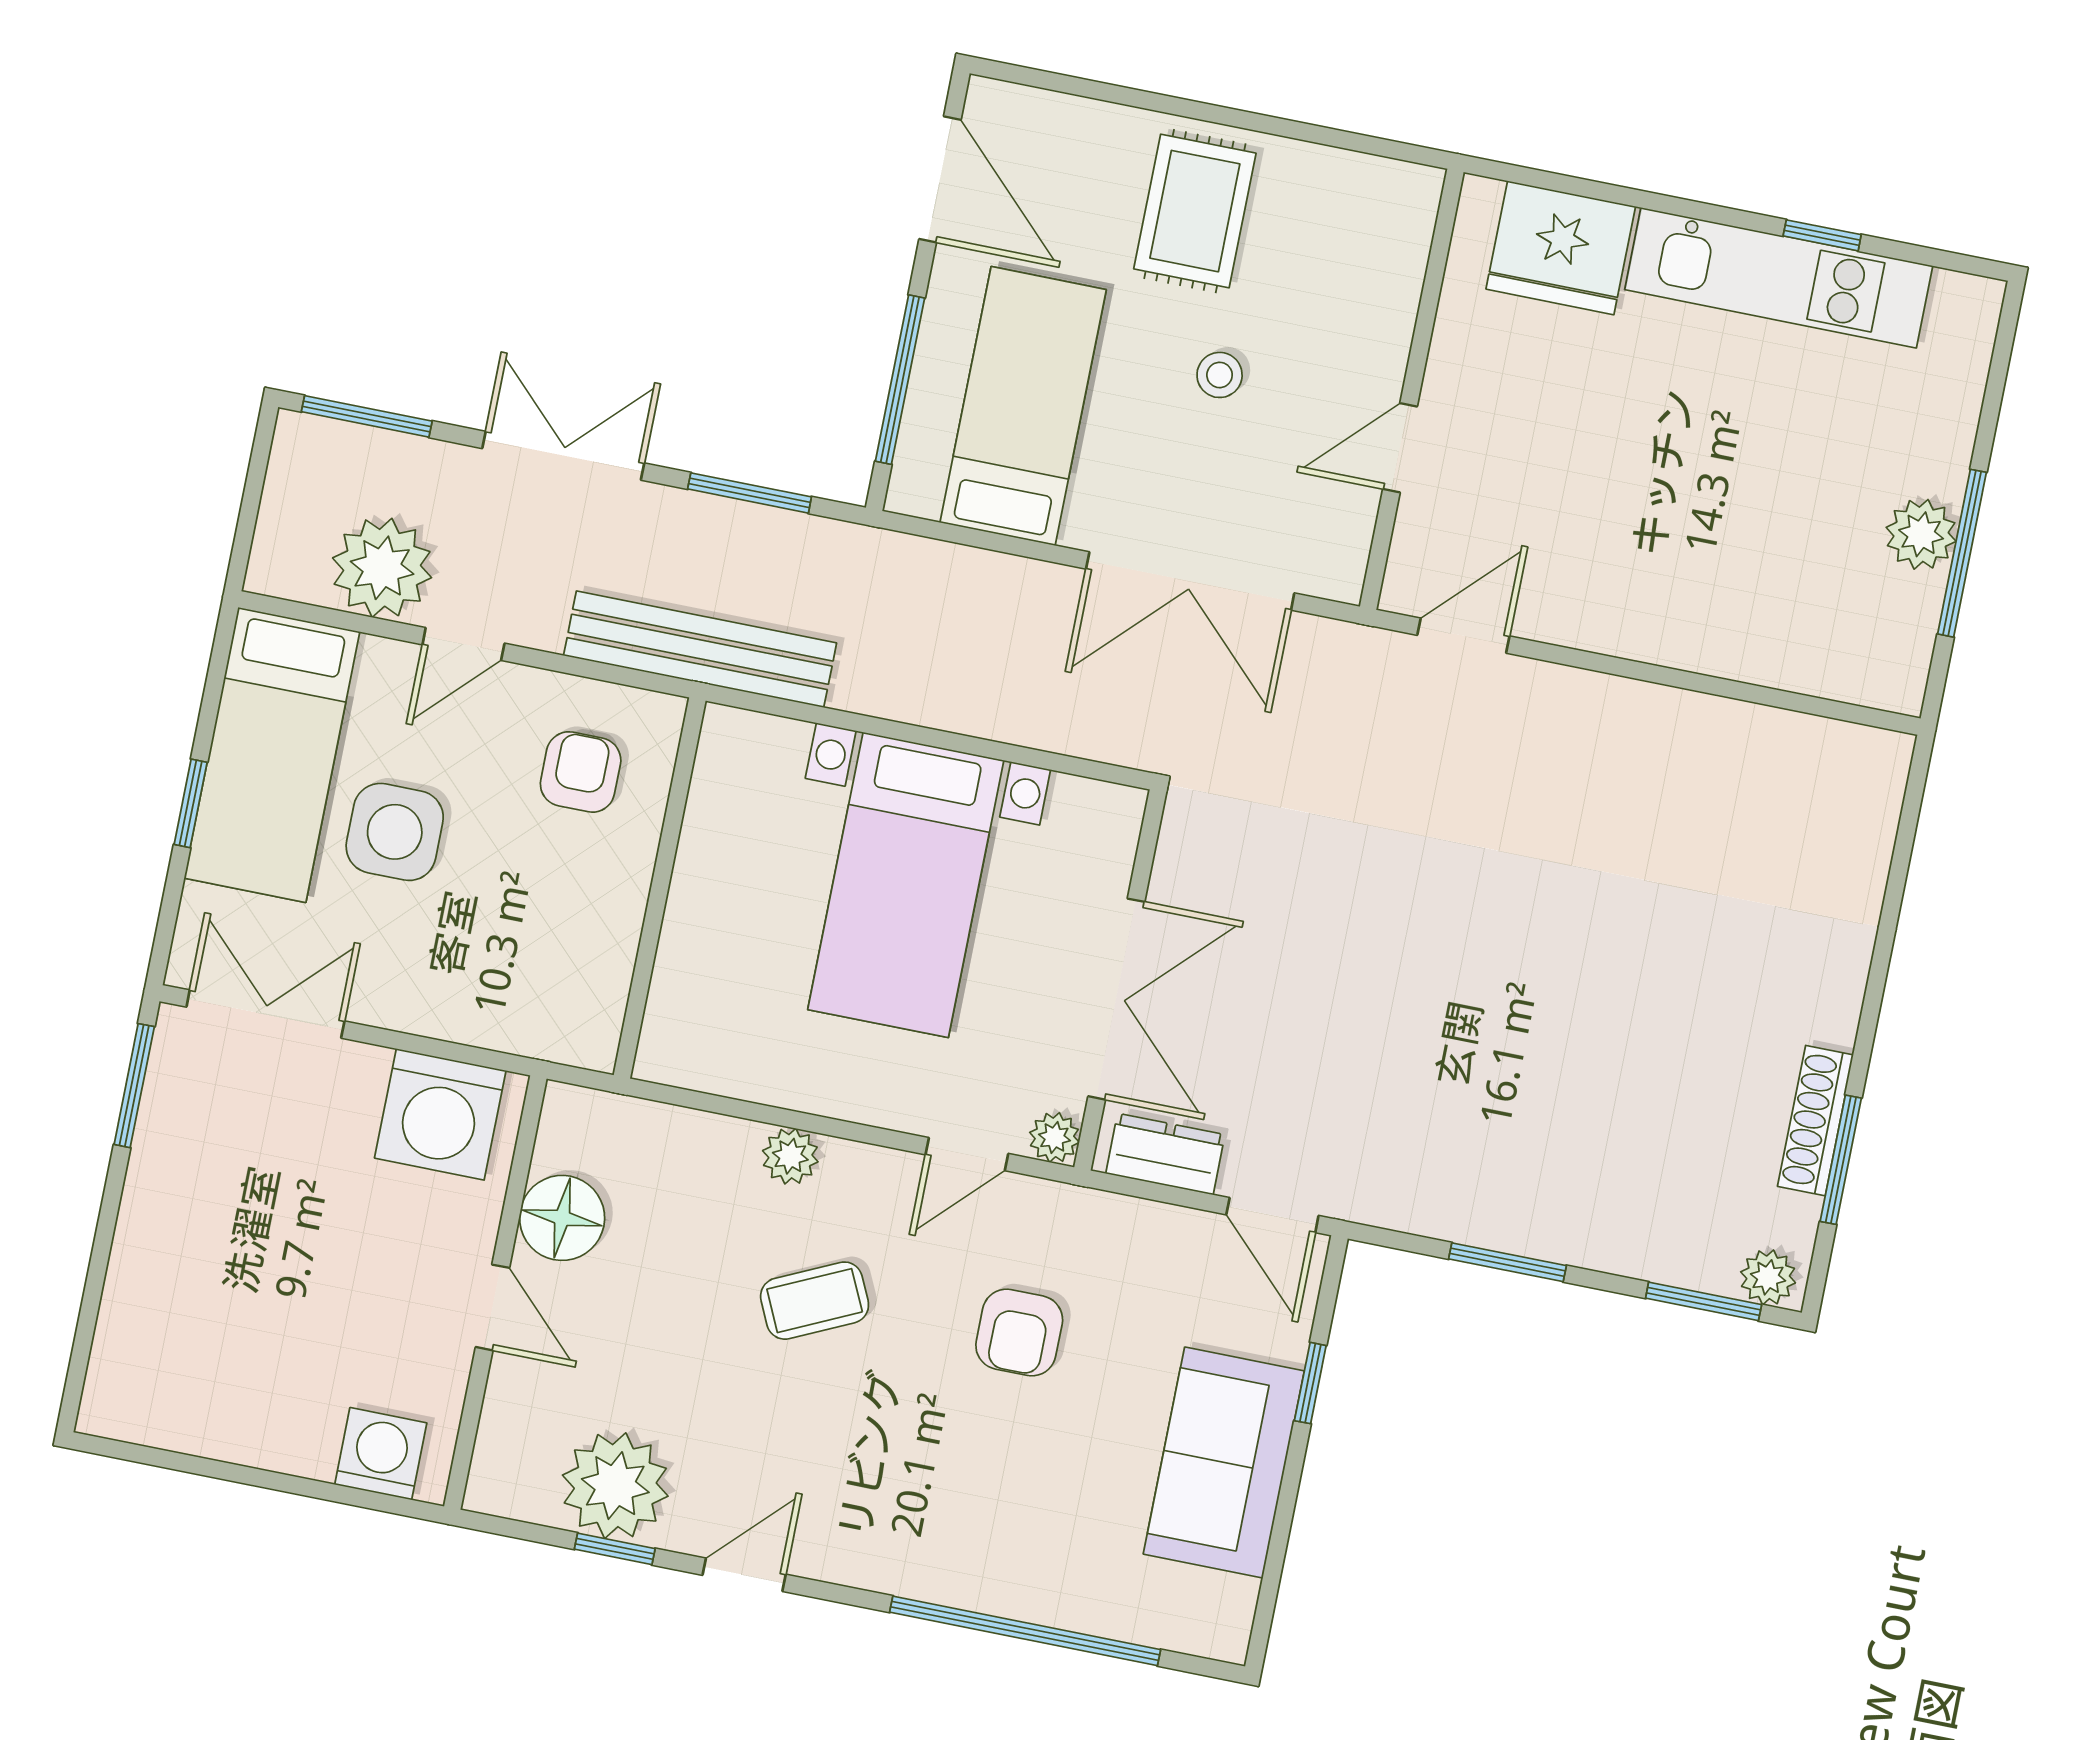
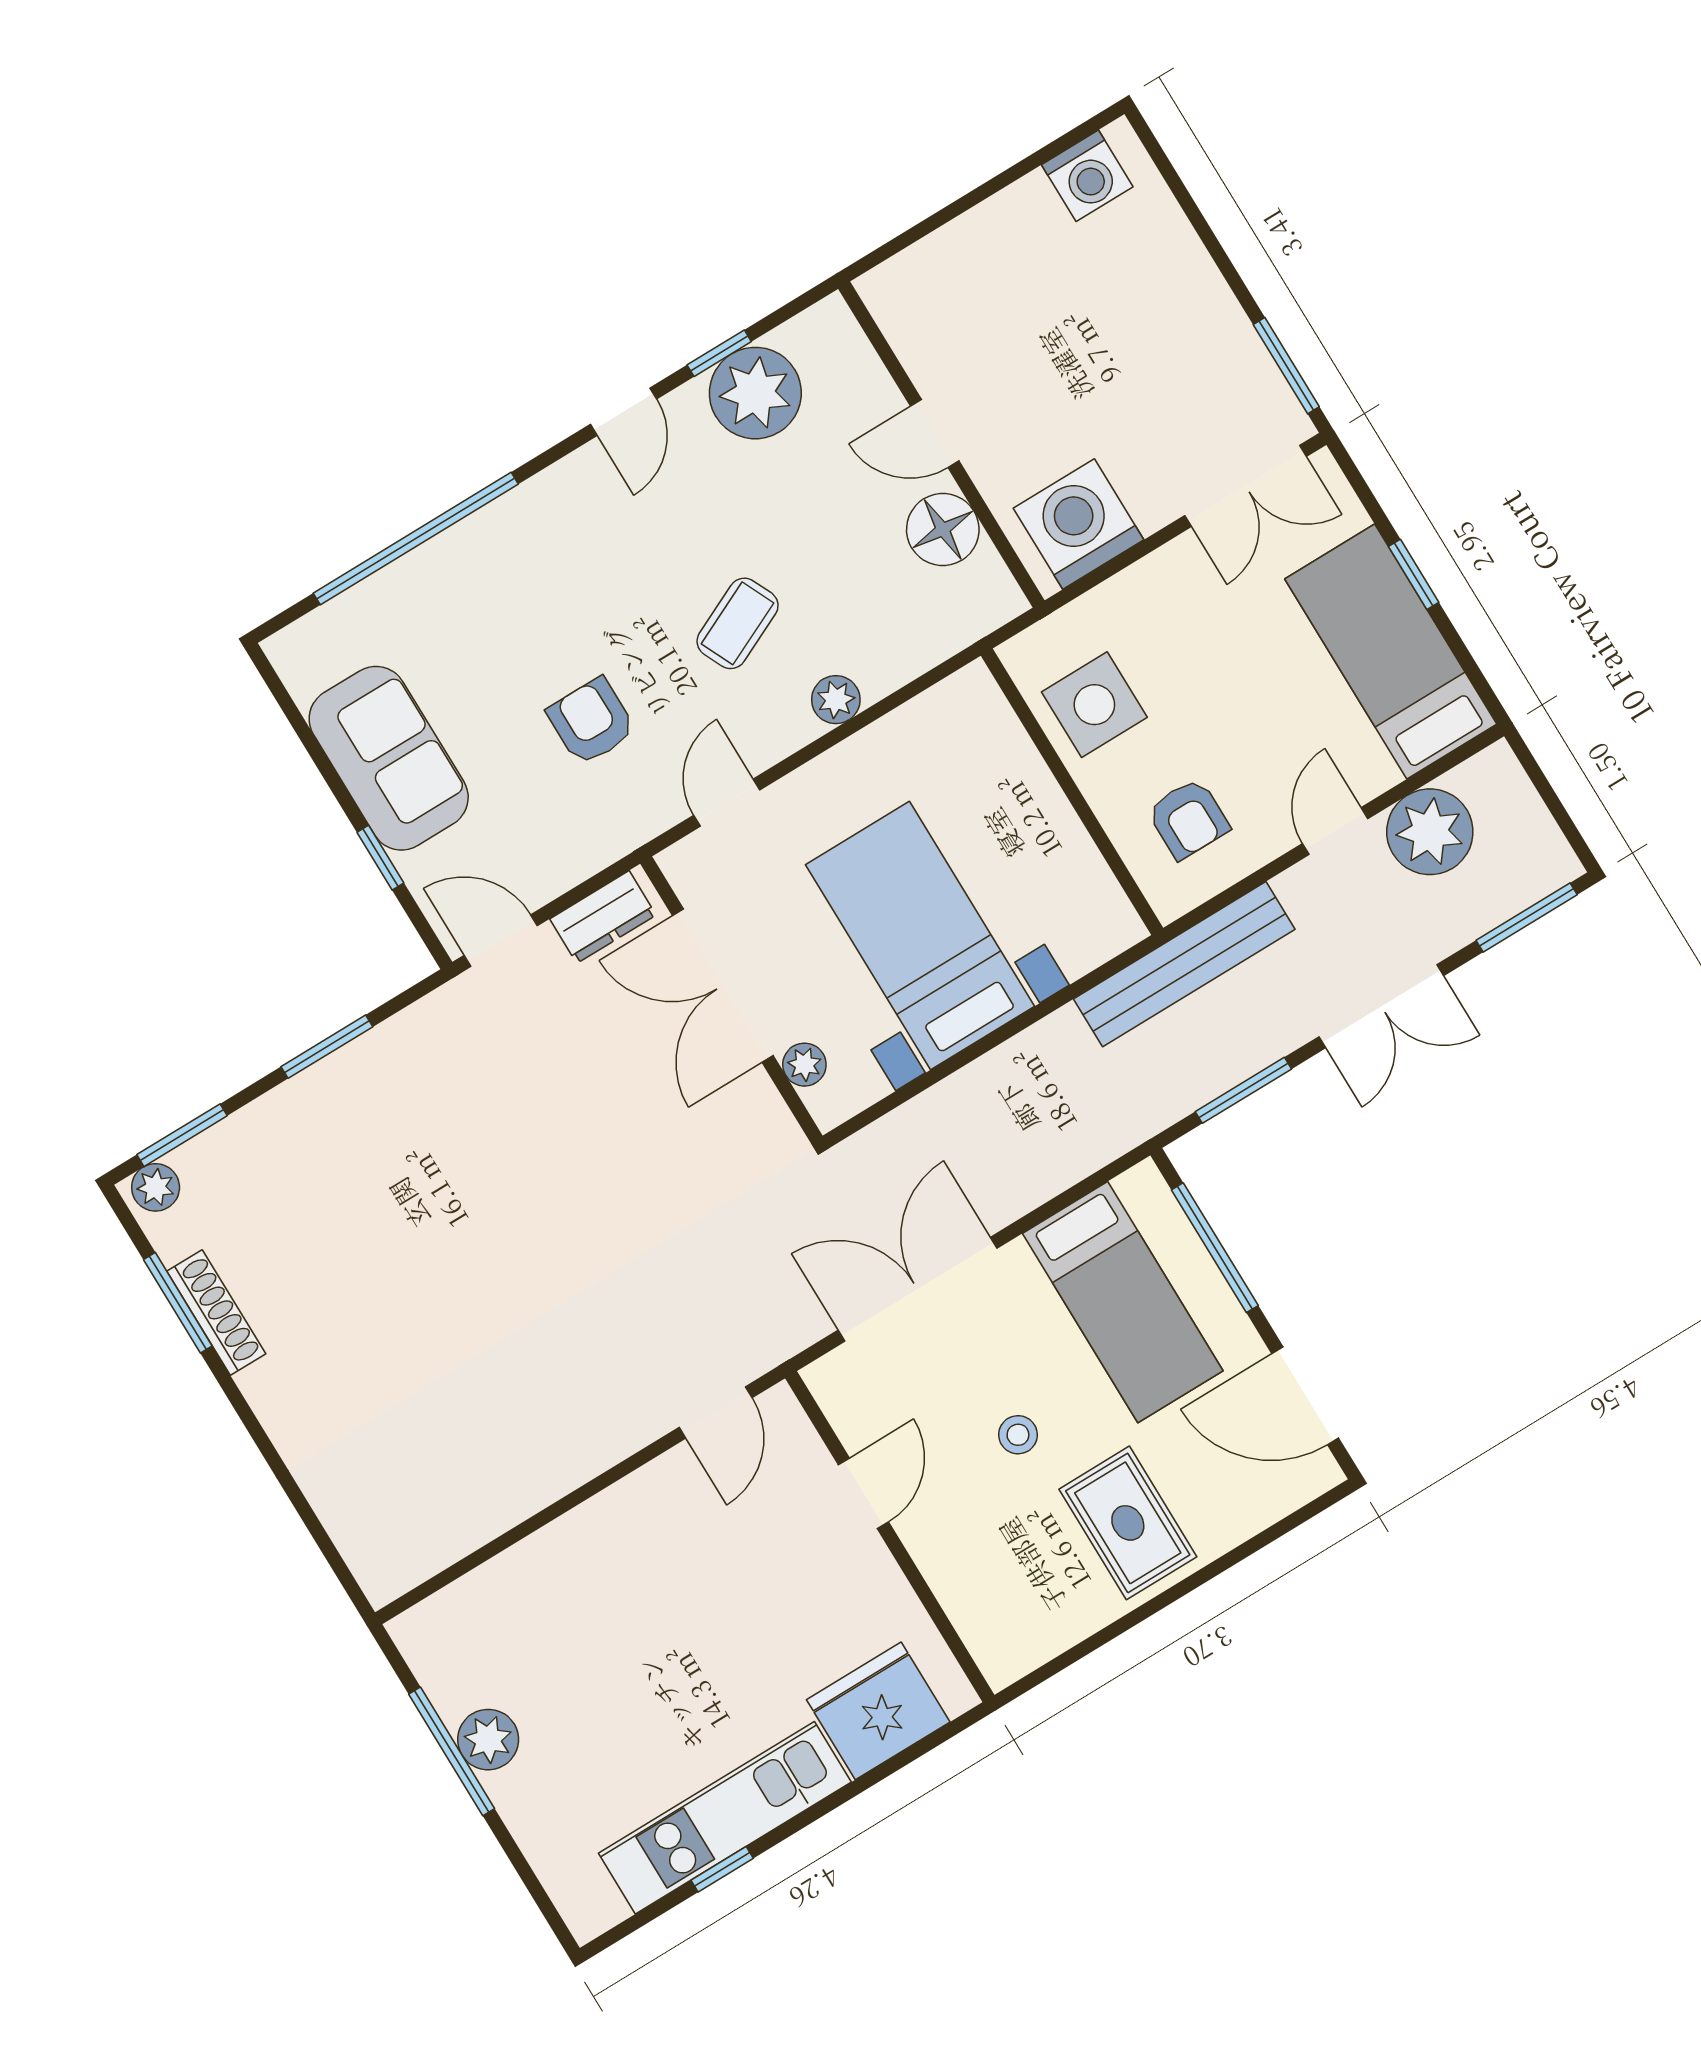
side table: (395, 832) -> (1094, 705), moved
plant: (1054, 1137) -> (804, 1065), moved
washing machine: (381, 1454) -> (1087, 176), moved

